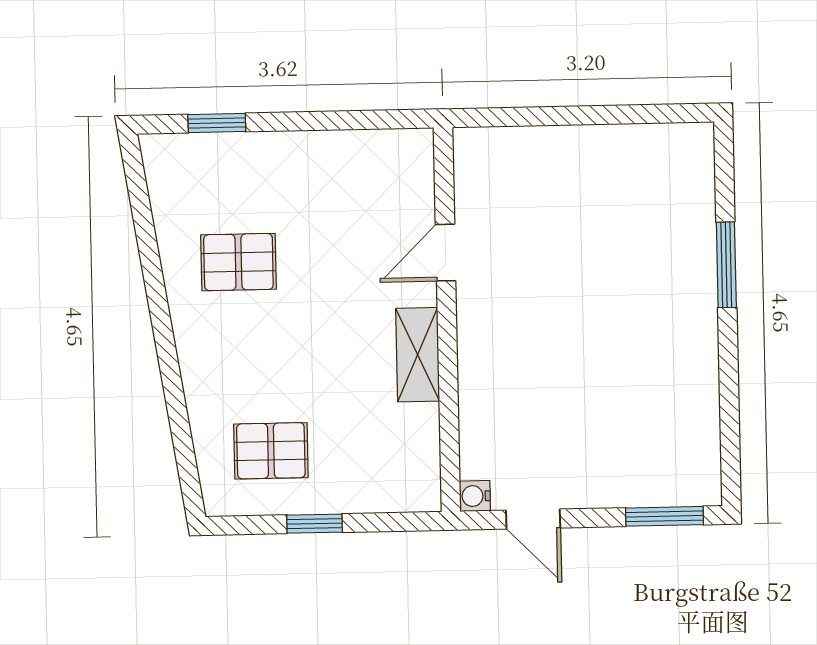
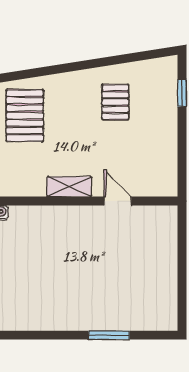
pallet: (271, 451) -> (25, 116), width x1.50, depth x1.42

